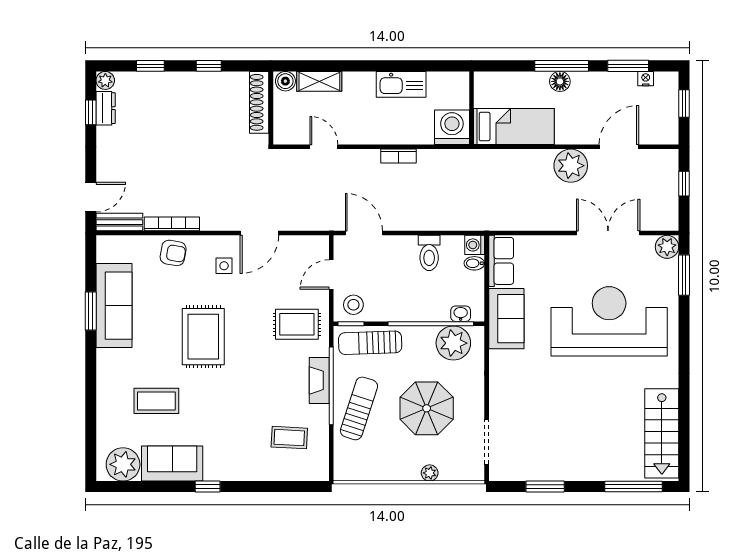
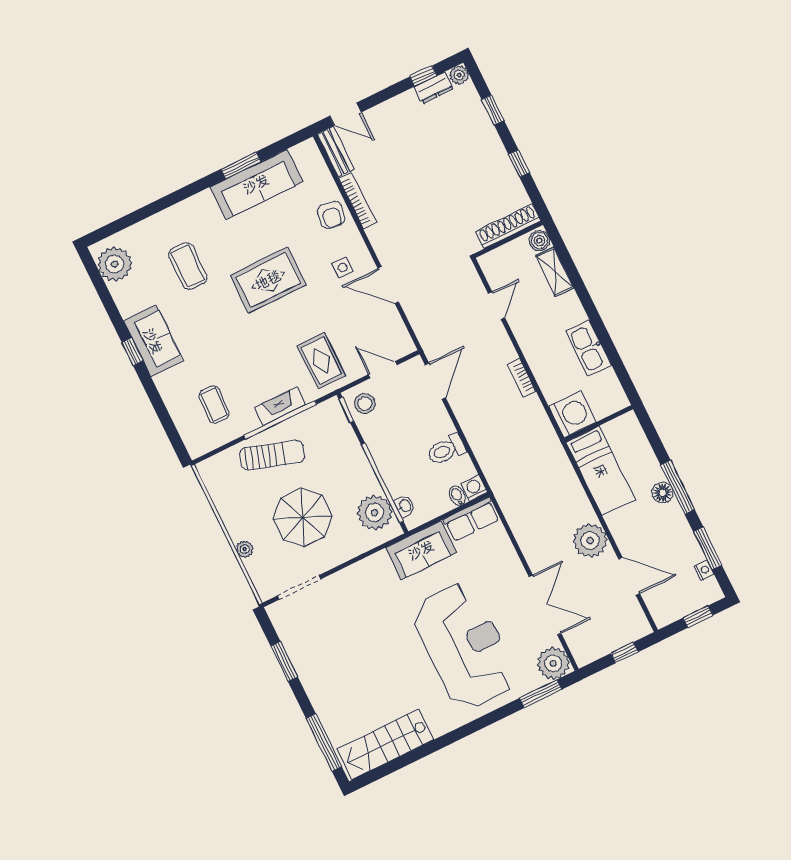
plant: (667, 247) -> (553, 663), width x1.36, depth x1.36
sun lounger: (370, 343) -> (337, 436), removed
sofa: (172, 464) -> (153, 341), moved

